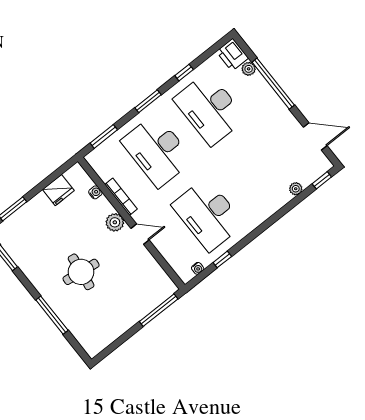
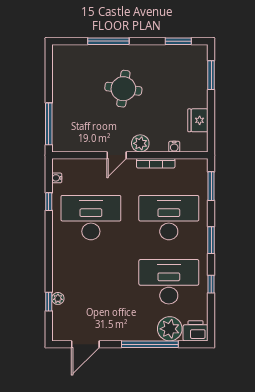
plant: (249, 69) -> (170, 329), width x1.87, depth x1.87
window: (322, 180) -> (49, 302), moved

